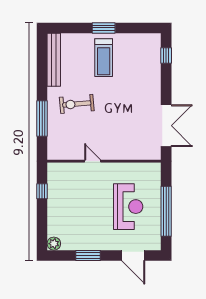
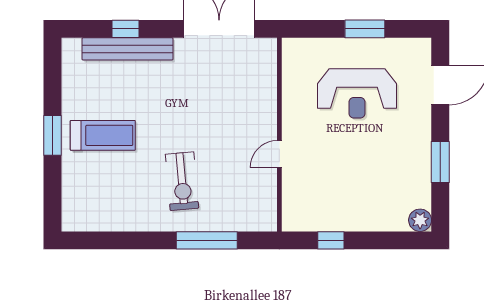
window: (166, 56) -> (126, 29), moved
bench: (54, 60) -> (128, 49), moved
reception desk: (128, 207) -> (357, 93), turned 180
window: (166, 211) -> (365, 29), width x0.47

